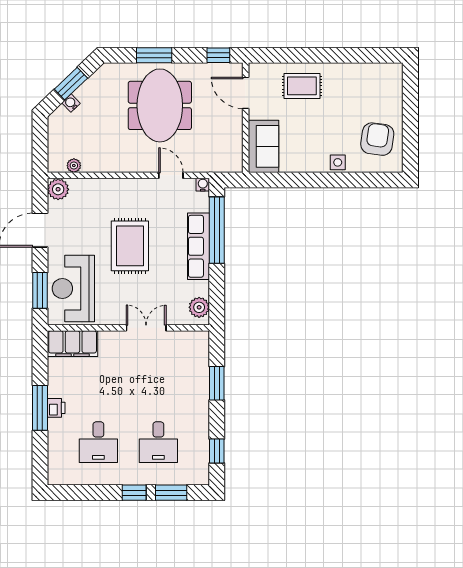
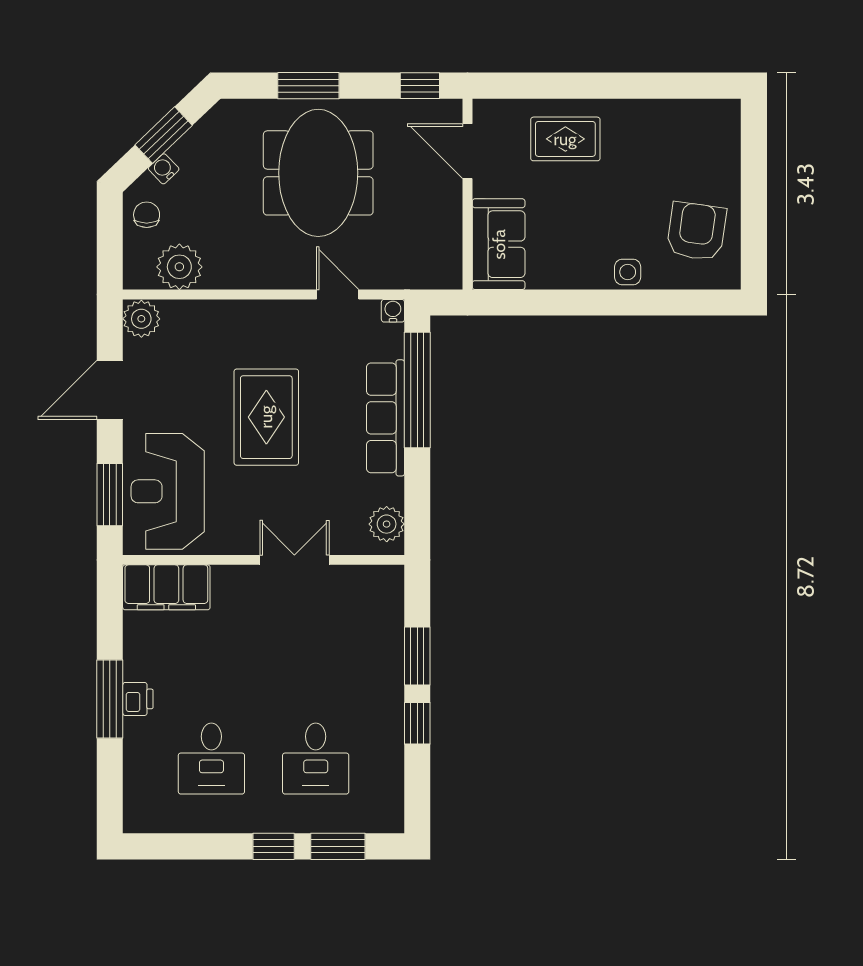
chair: (61, 129) -> (147, 215), added
plant: (74, 166) -> (179, 267), width x1.88, depth x1.88
window: (217, 451) -> (417, 723), moved

